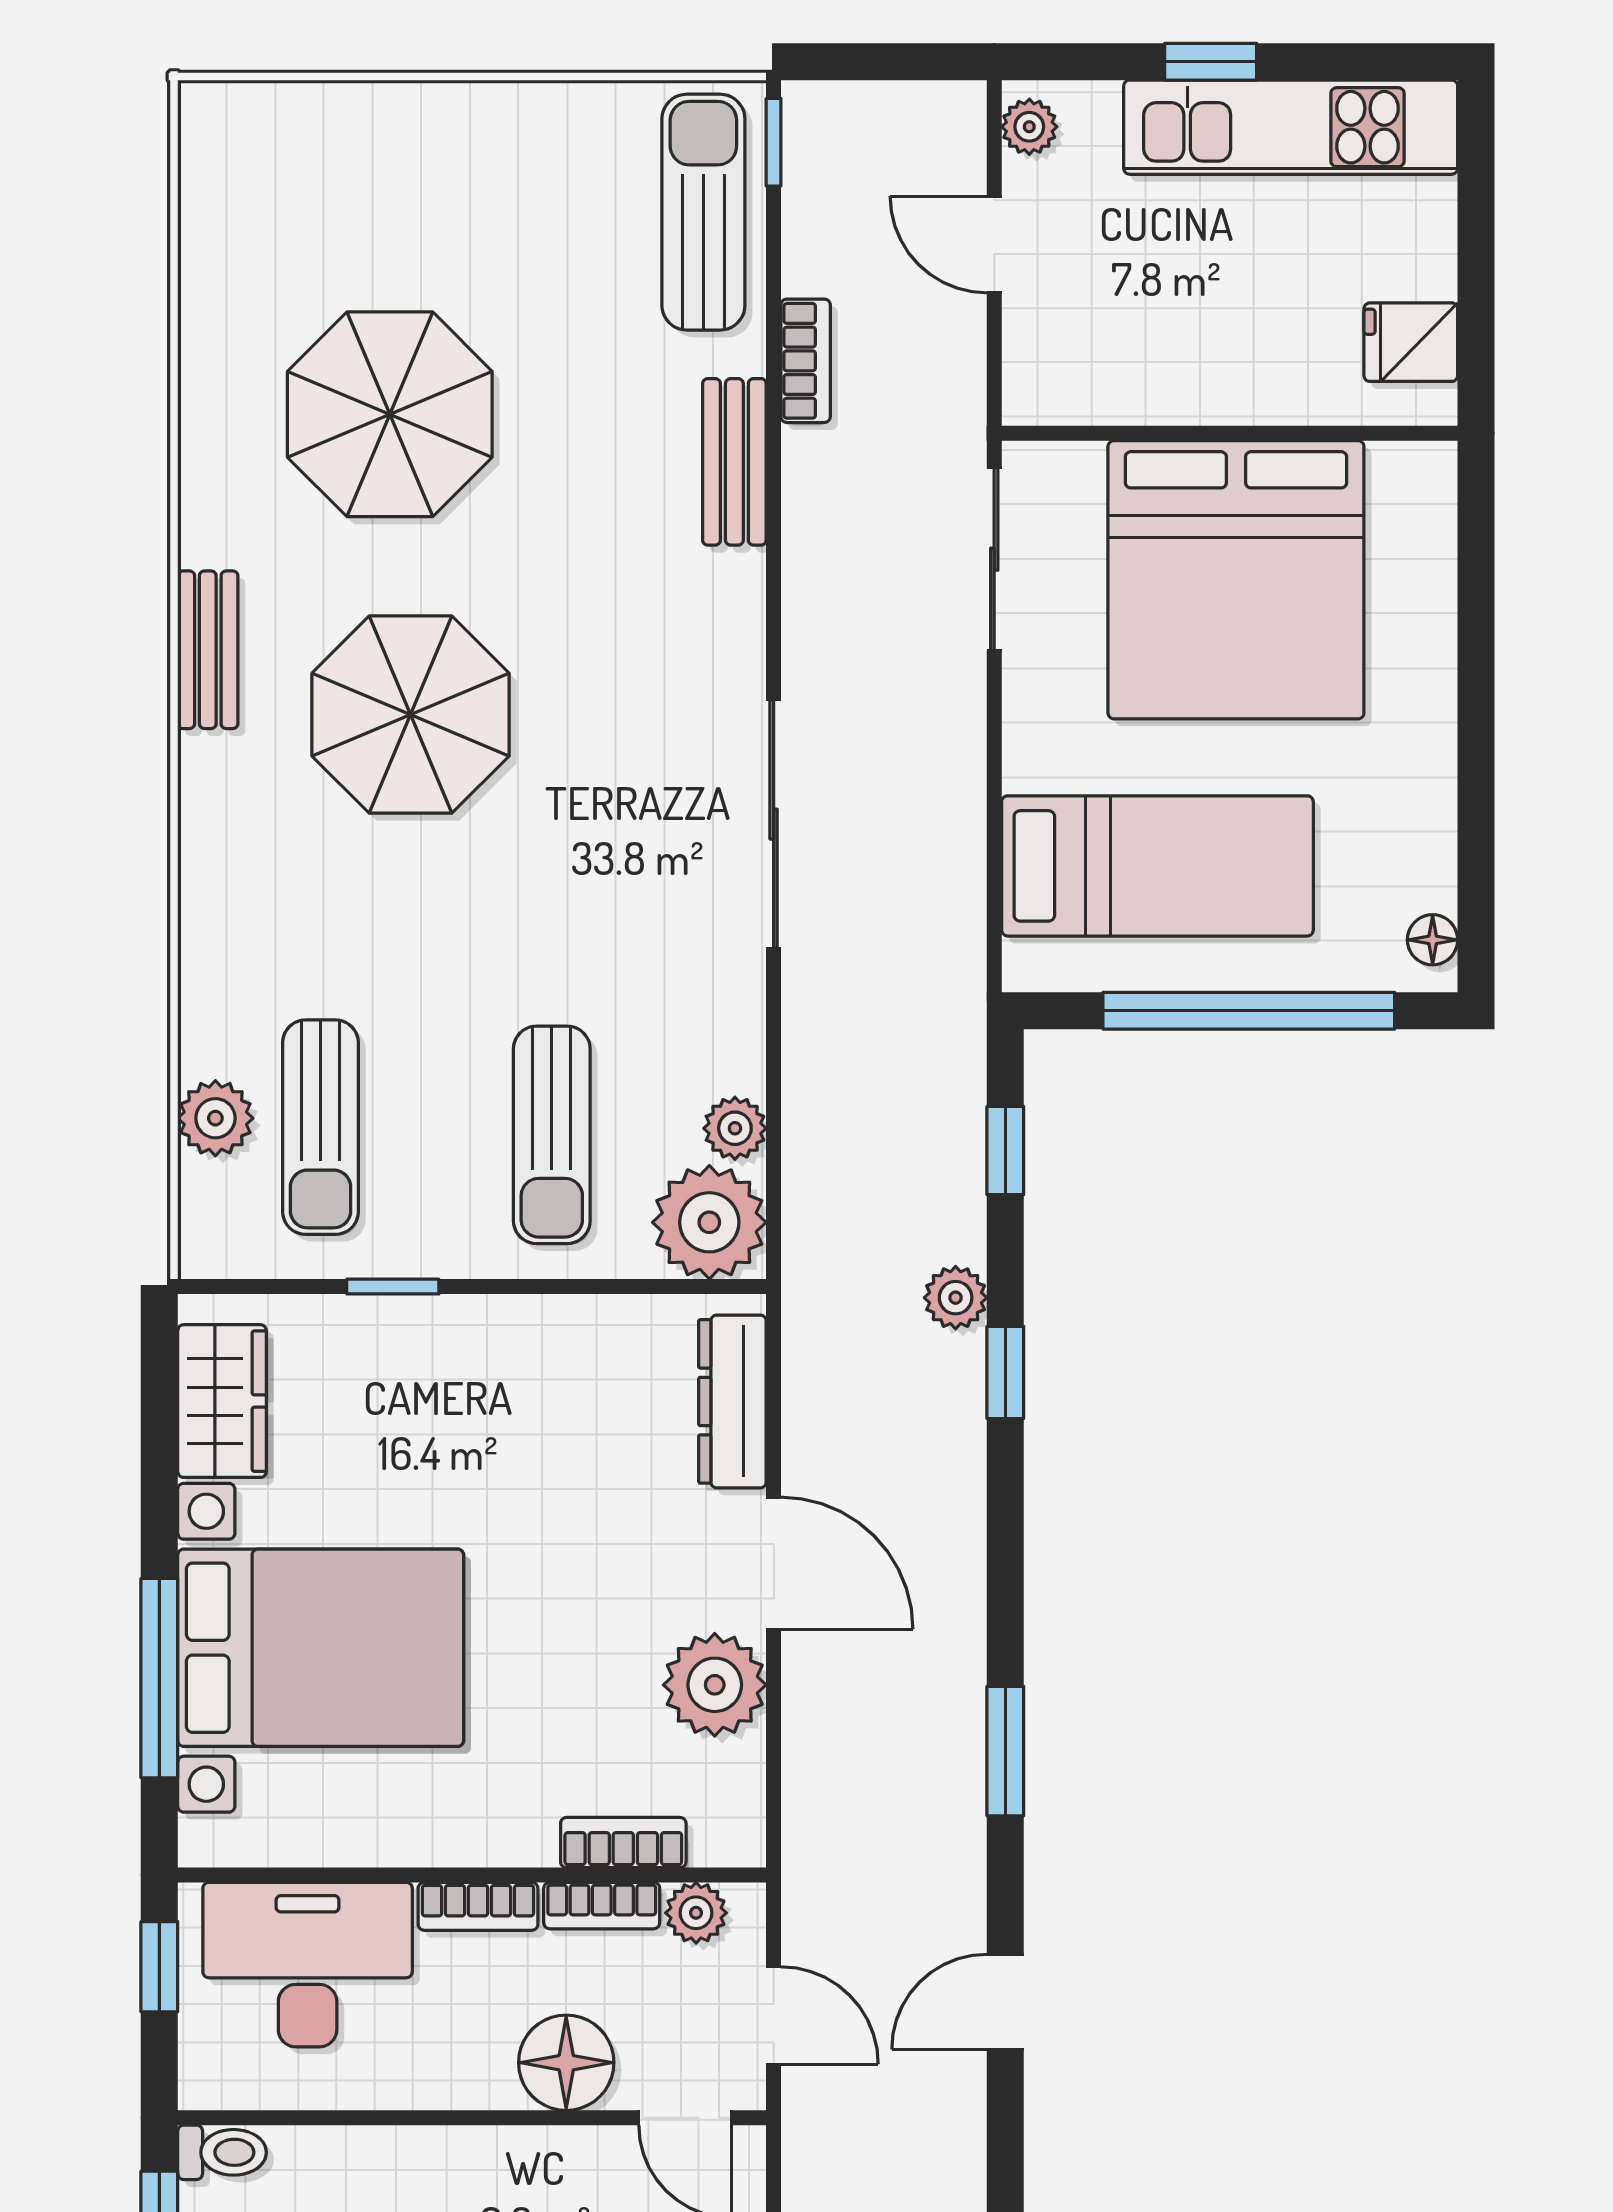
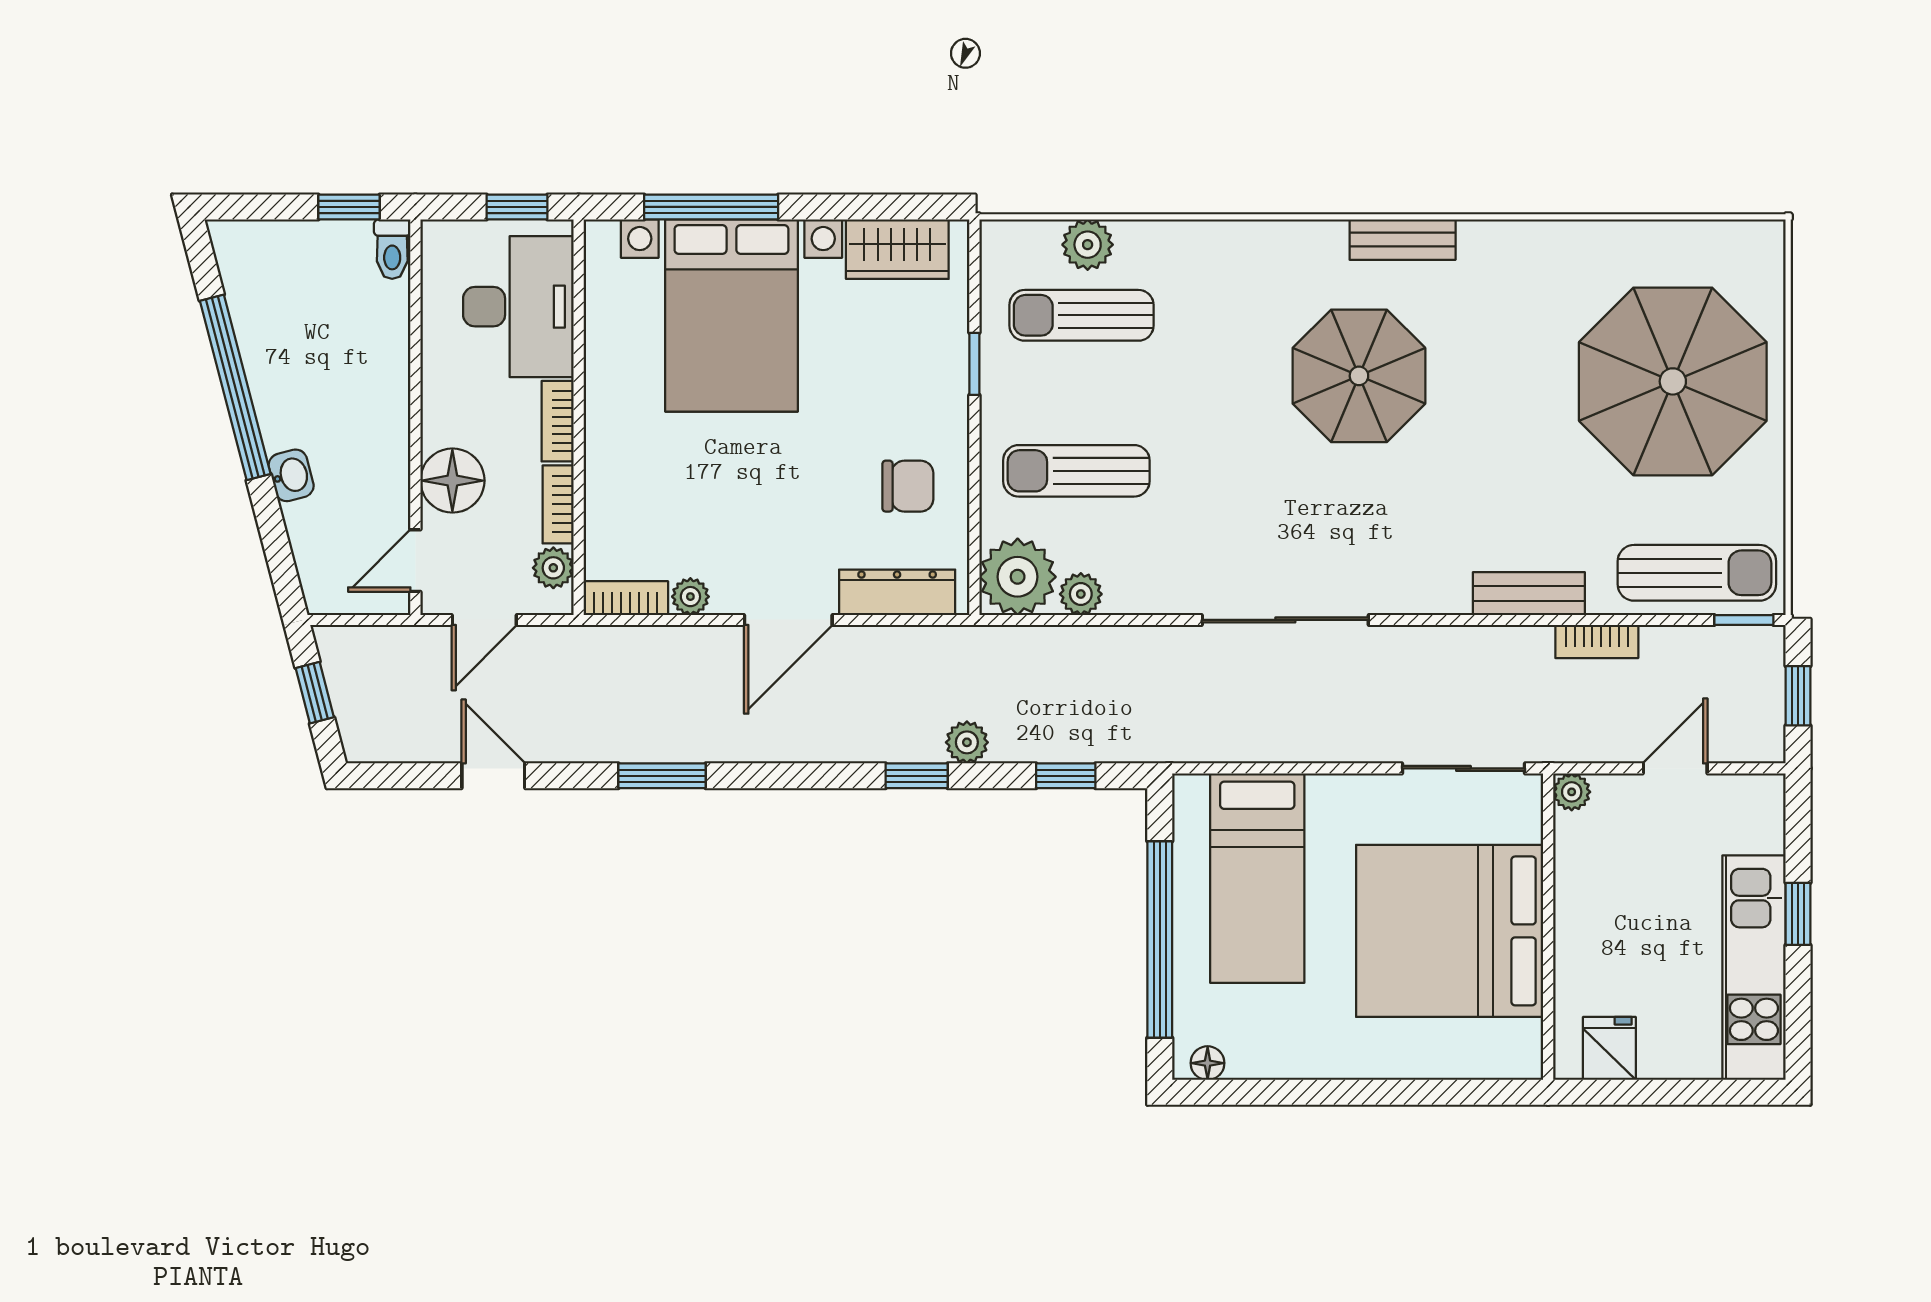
window: (886, 62) -> (1798, 696), added
plant: (1029, 127) -> (1572, 792), moved
parasol: (390, 414) -> (1673, 381), moved, width x1.36, depth x1.36
chair: (574, 1385) -> (908, 486), added
plant: (715, 1685) -> (690, 597), width x0.53, depth x0.53
bookcase: (623, 1843) -> (626, 598), moved, turned -90

